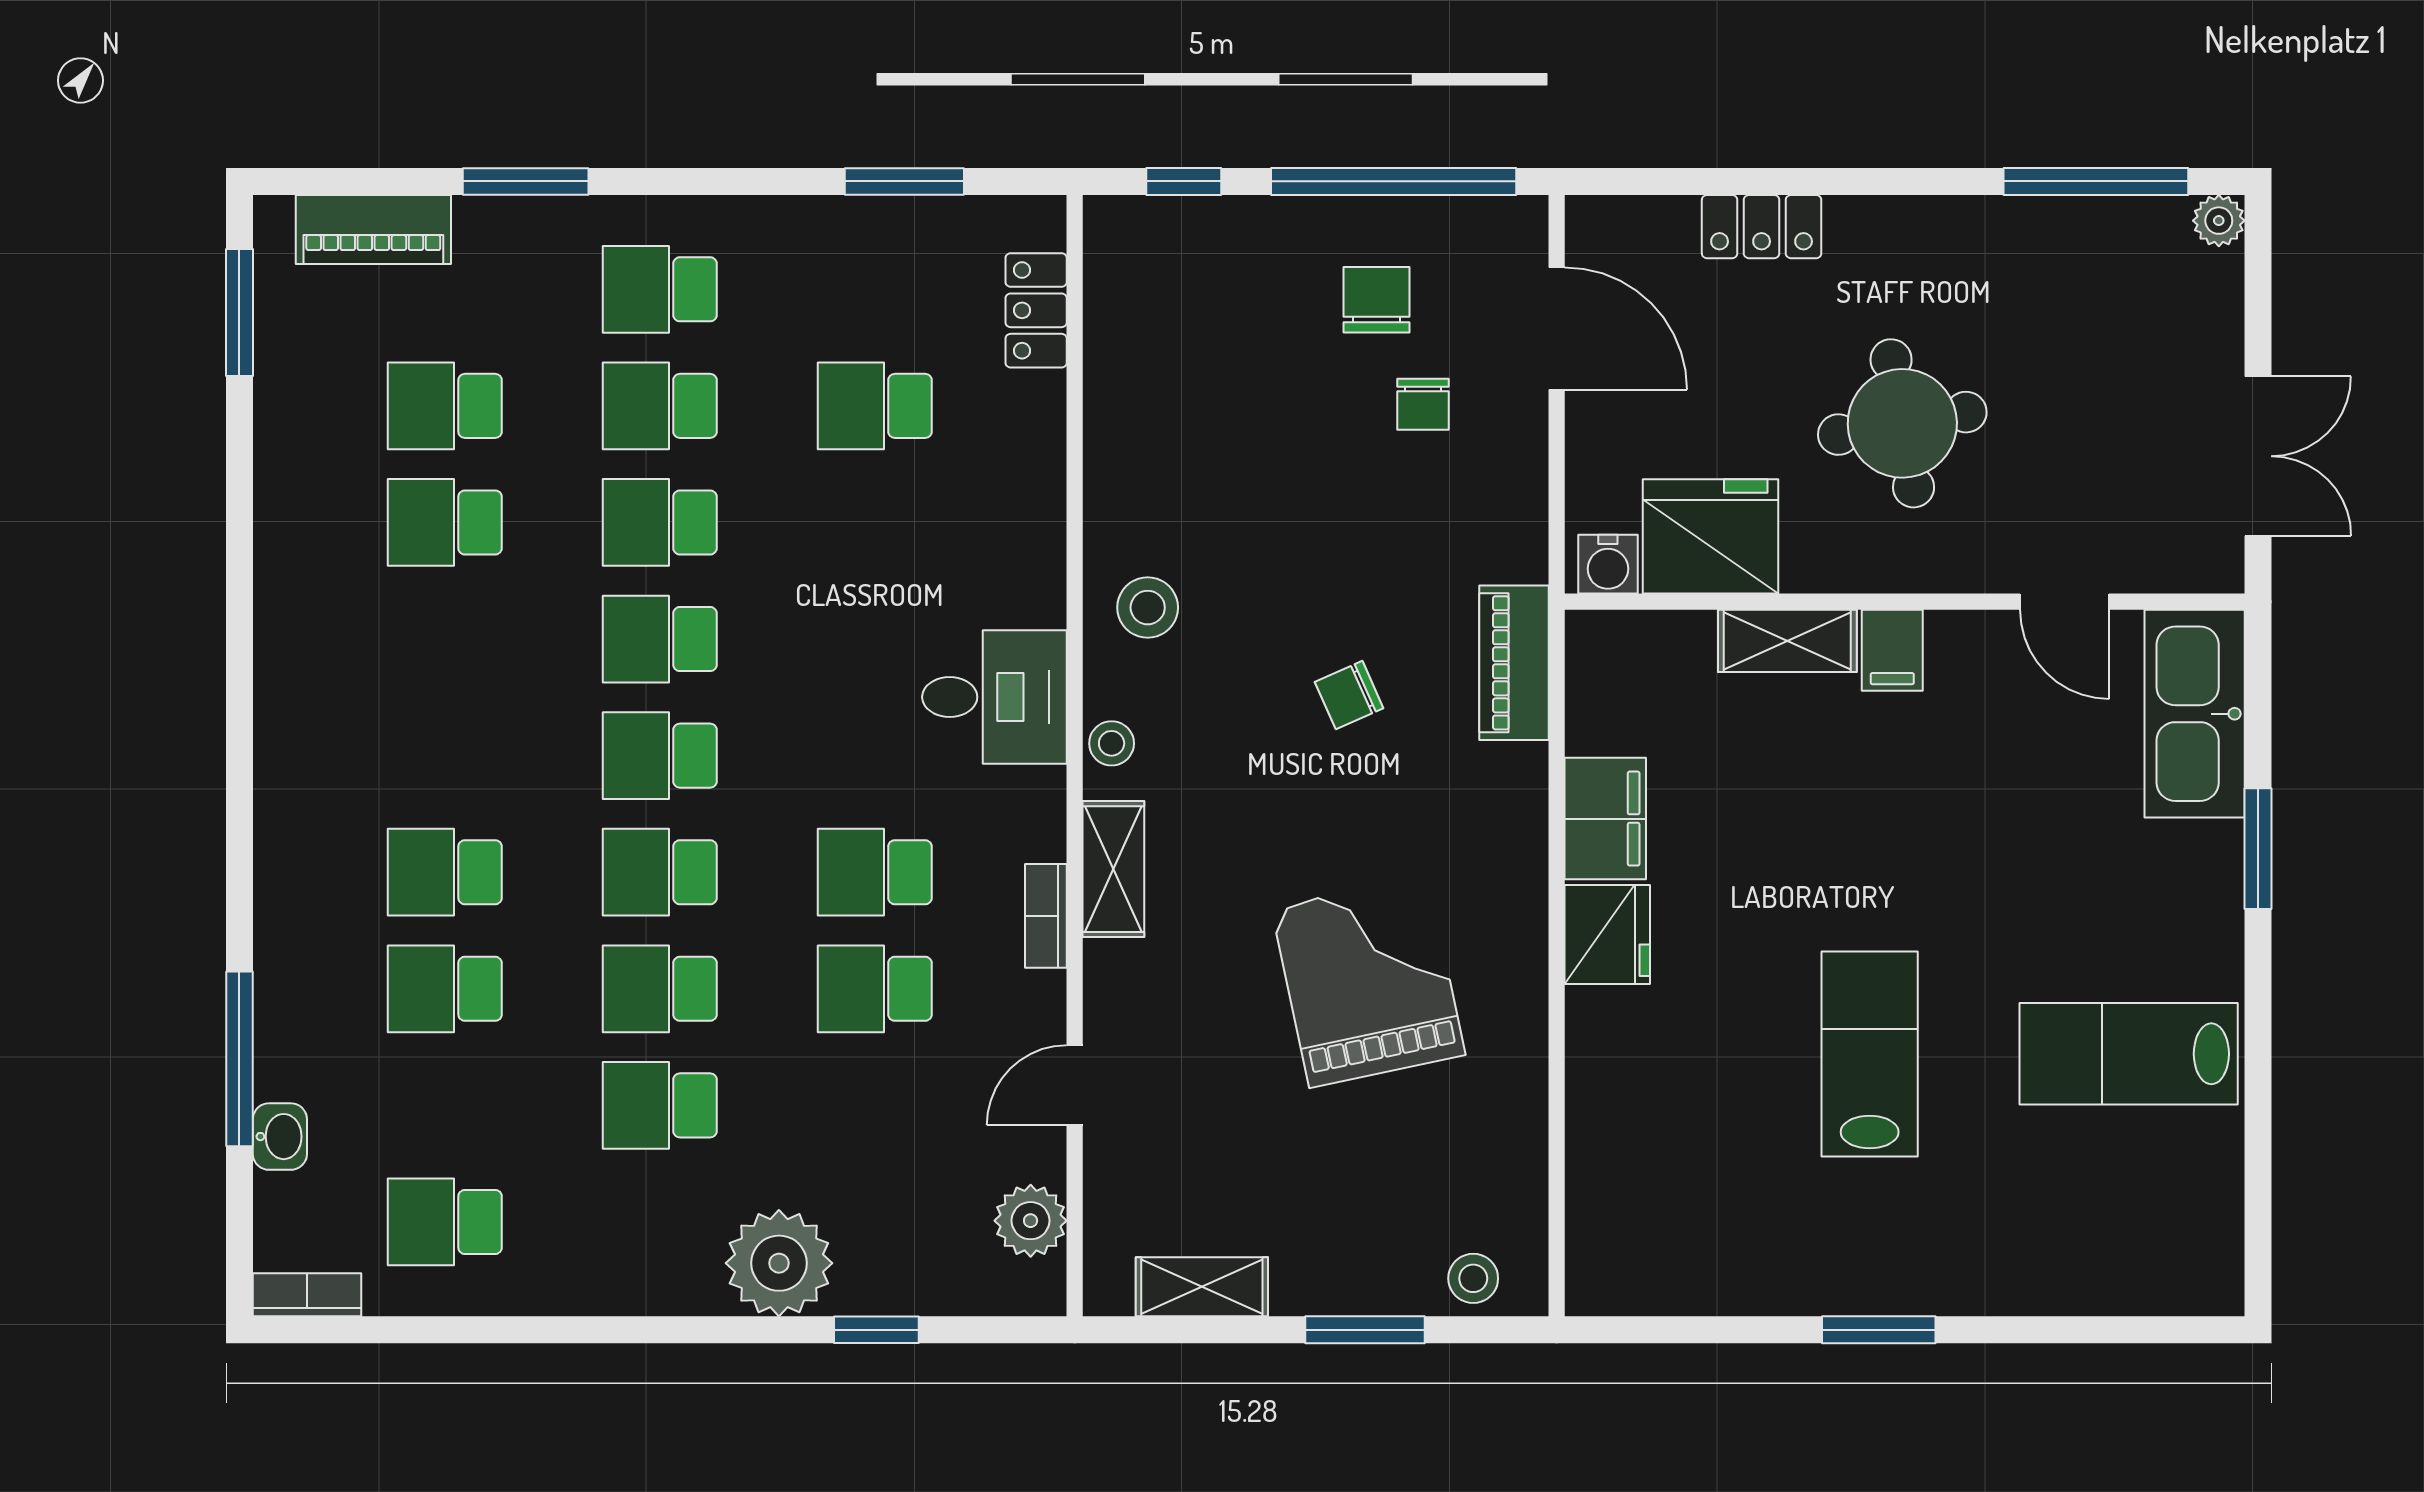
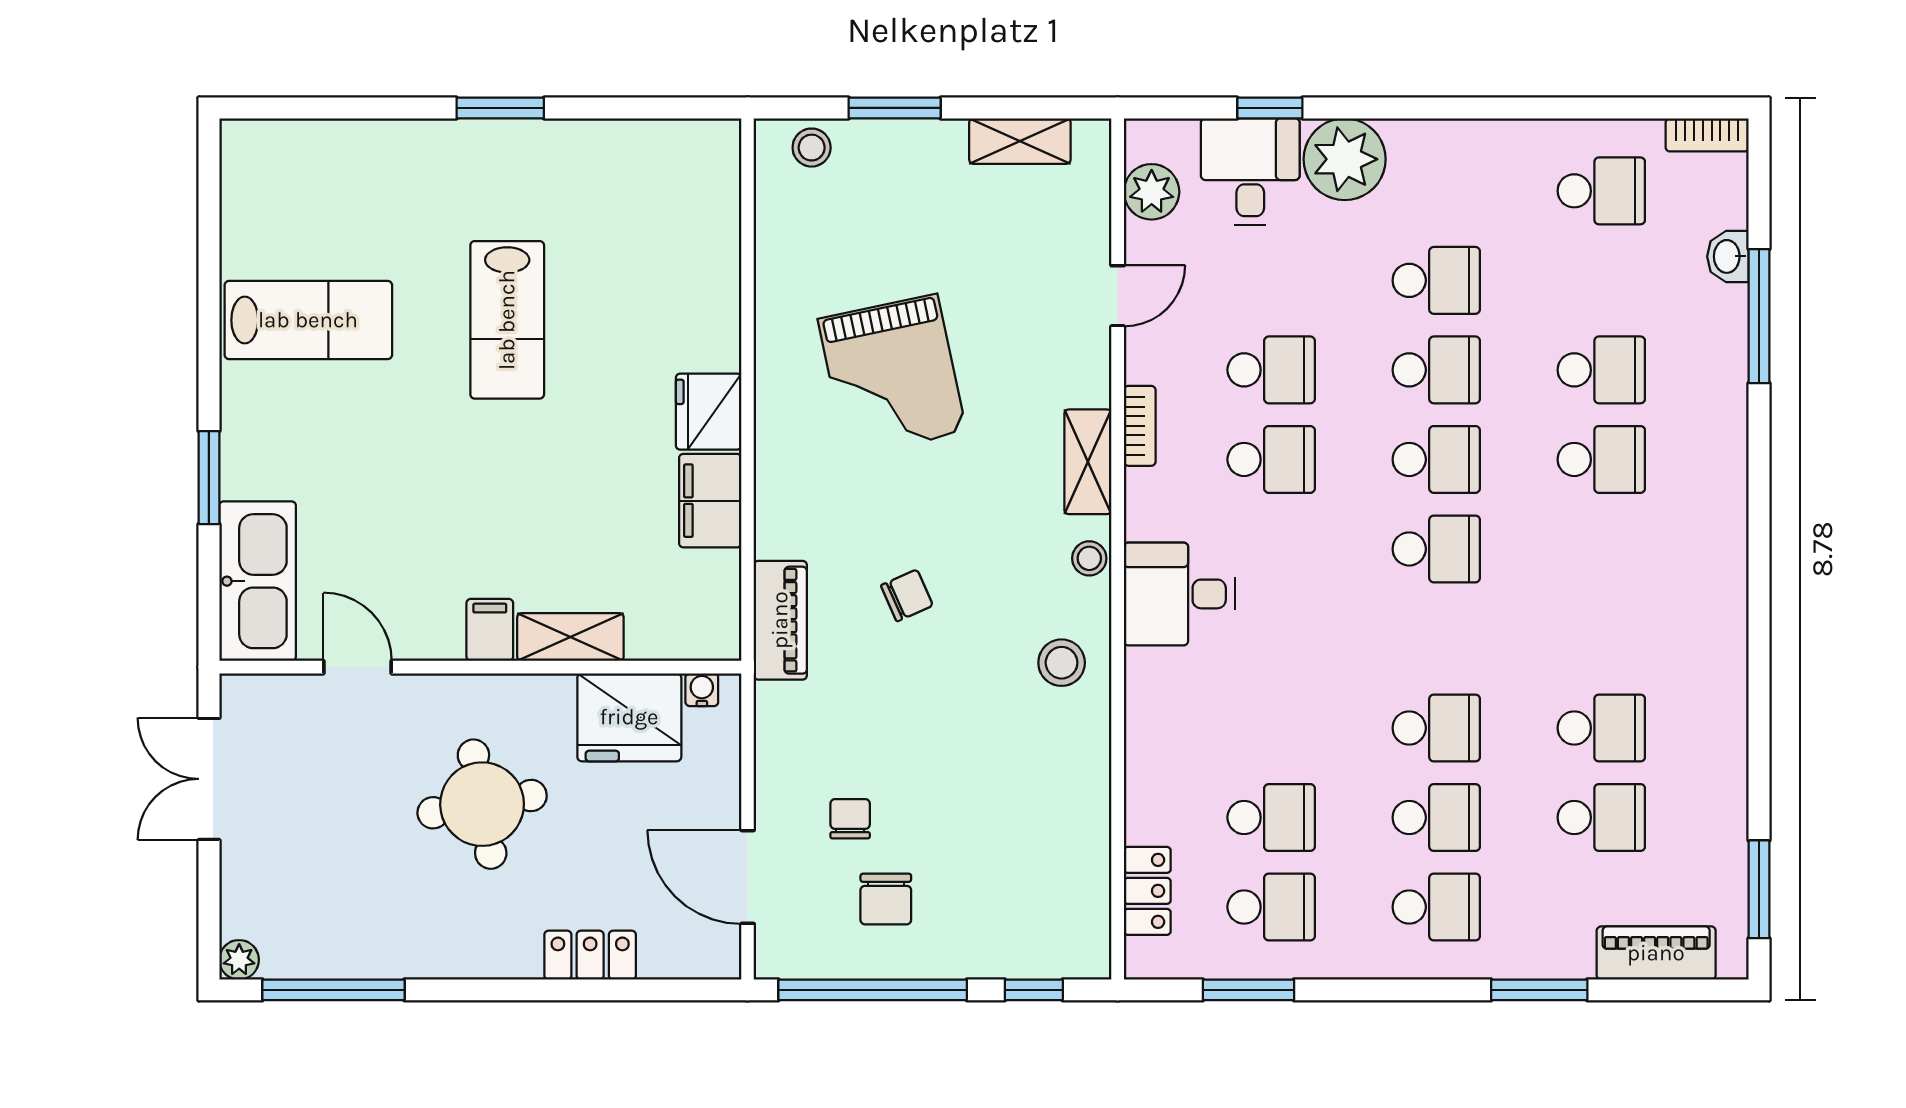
water cooler: (1608, 564) -> (702, 690), width x0.72, depth x0.72
school desk: (660, 639) -> (1271, 907), moved
desk: (902, 1247) -> (1250, 172), added

